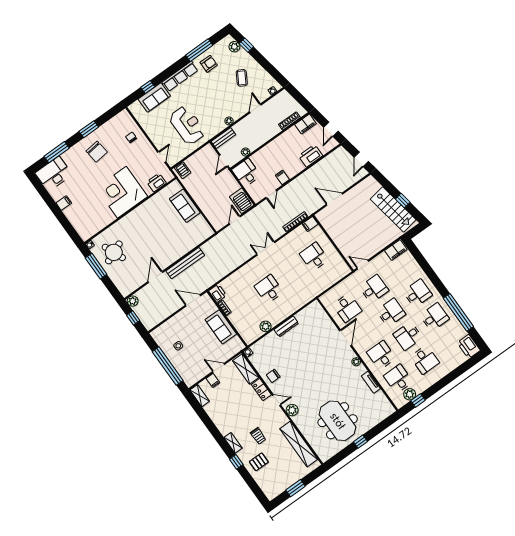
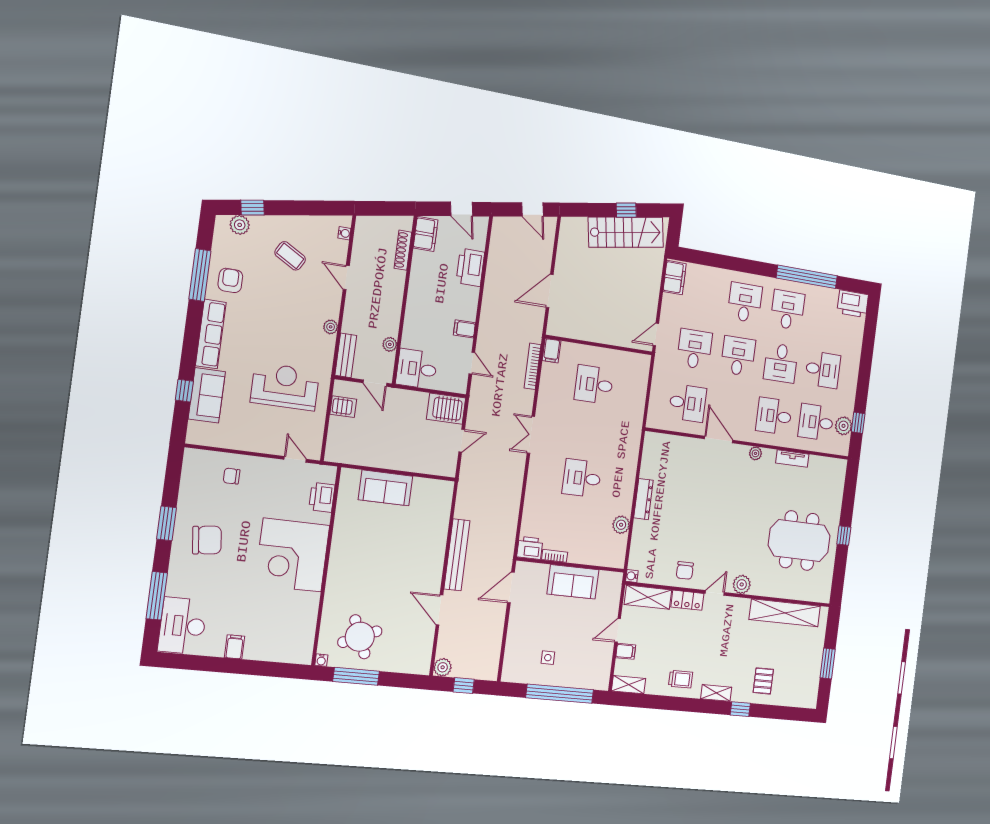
server rack: (183, 170) -> (343, 407), moved
door: (235, 220) -> (462, 441), swing flipped
trolley: (258, 436) -> (681, 679), moved

